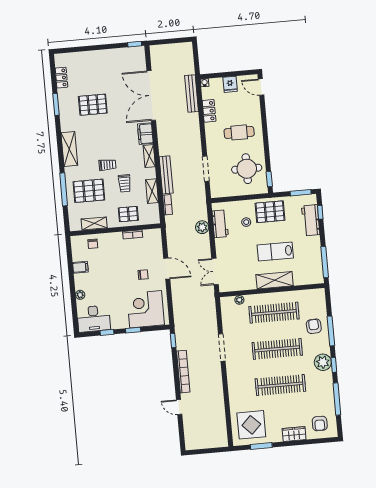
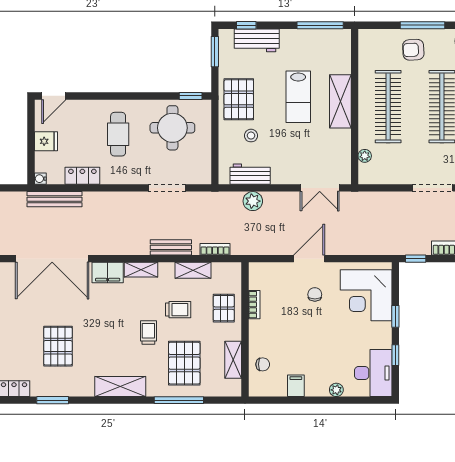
bench: (166, 175) -> (171, 247), width x0.73

